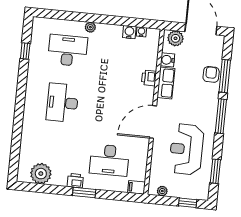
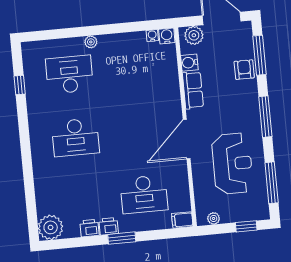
water cooler: (129, 32) -> (167, 36), moved
window: (225, 76) -> (260, 55), moved
printer: (149, 78) -> (89, 228), moved, turned 90
desk: (62, 103) -> (75, 137), turned -90
reception desk: (186, 149) -> (232, 164), turned 180
window: (215, 171) -> (272, 183), width x1.44
plant: (41, 174) -> (51, 227), moved

